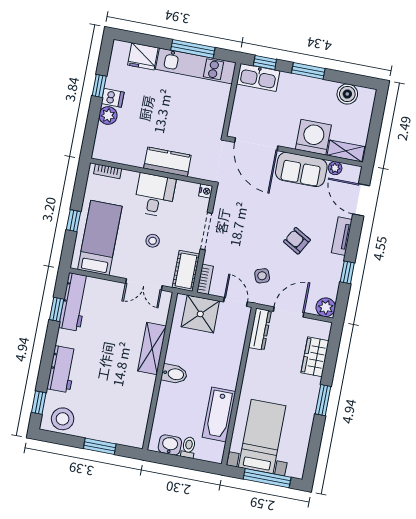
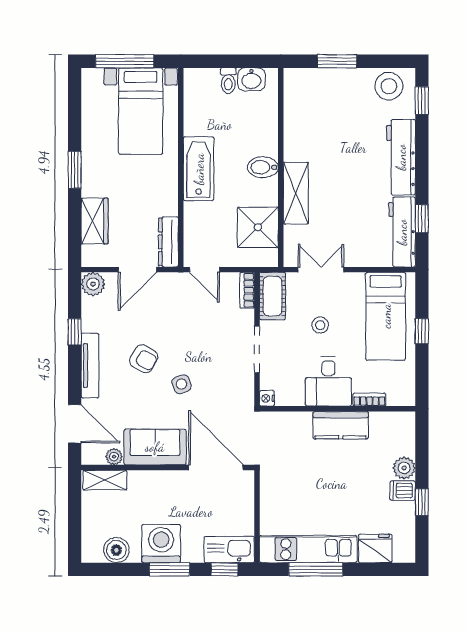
washing machine: (313, 137) -> (161, 544), moved, turned 180
kitchen counter: (167, 162) -> (341, 425), moved
bookcase: (108, 171) -> (369, 400), moved
tv unit: (342, 236) -> (90, 366), width x1.41
side table: (262, 276) -> (182, 384), moved
shower: (200, 314) -> (258, 227), moved
workbench: (62, 369) -> (401, 157), width x1.38
bathtub: (219, 414) -> (199, 169), moved

